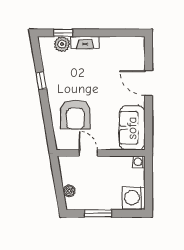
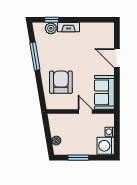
window: (41, 81) -> (35, 56), width x2.17
armchair: (75, 115) -> (61, 82), turned 180
door: (88, 153) -> (85, 112), moved
washing machine: (139, 162) -> (110, 132), moved

